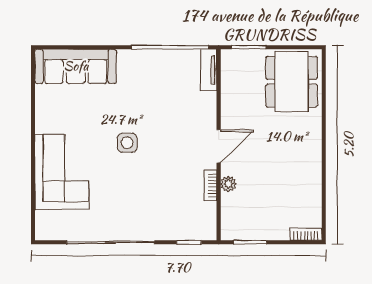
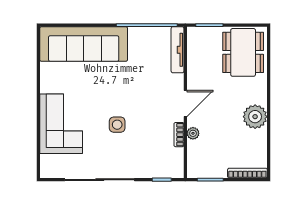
sofa: (76, 66) -> (84, 44), width x1.36, depth x1.27
tv unit: (209, 70) -> (178, 50), width x1.41
side table: (127, 143) -> (117, 125), moved
plant: (307, 163) -> (255, 117), added
bookcase: (306, 234) -> (247, 173), width x1.56

